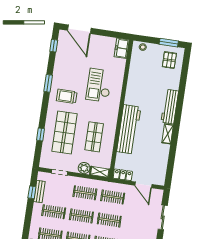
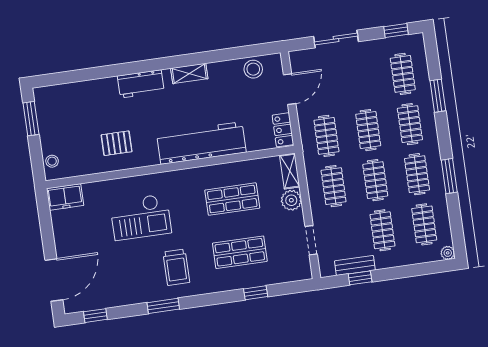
pallet: (169, 60) -> (117, 143), moved
workbench: (170, 107) -> (141, 84), width x0.73
shop shelf: (65, 132) -> (240, 252), width x0.70, depth x0.74
stool: (160, 169) -> (253, 69), added

